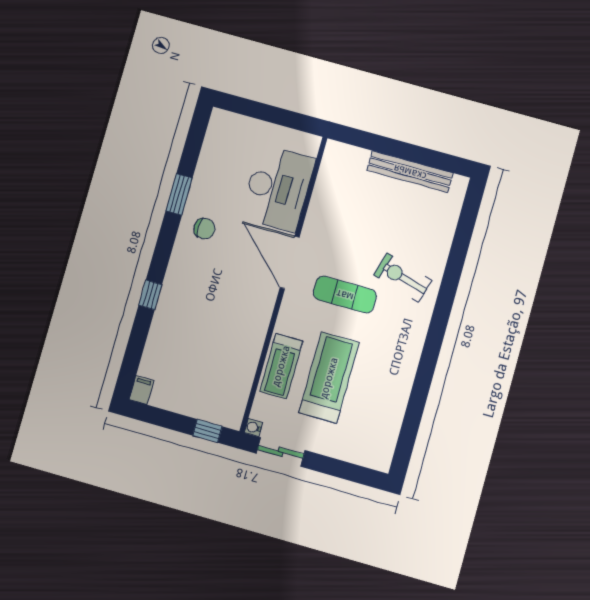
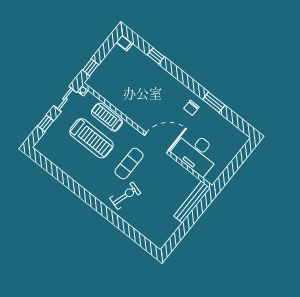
bench: (410, 172) -> (192, 202), moved
window: (150, 295) -> (156, 56), moved
window: (337, 468) -> (46, 123), added

